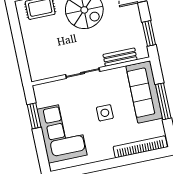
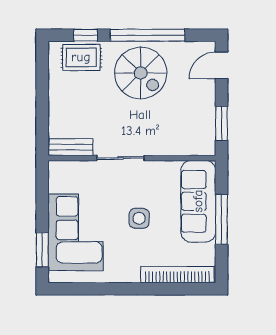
bench: (120, 57) -> (71, 147), moved
window: (34, 116) -> (42, 250), moved

